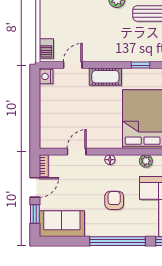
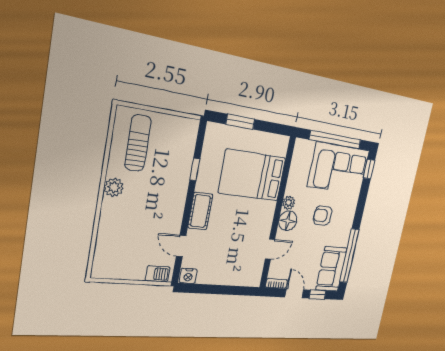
door: (77, 152) -> (270, 249), swing flipped
floor lamp: (110, 160) -> (288, 221), width x1.89, depth x1.89
plant: (146, 161) -> (289, 203), moved
window: (118, 241) -> (349, 256), moved

